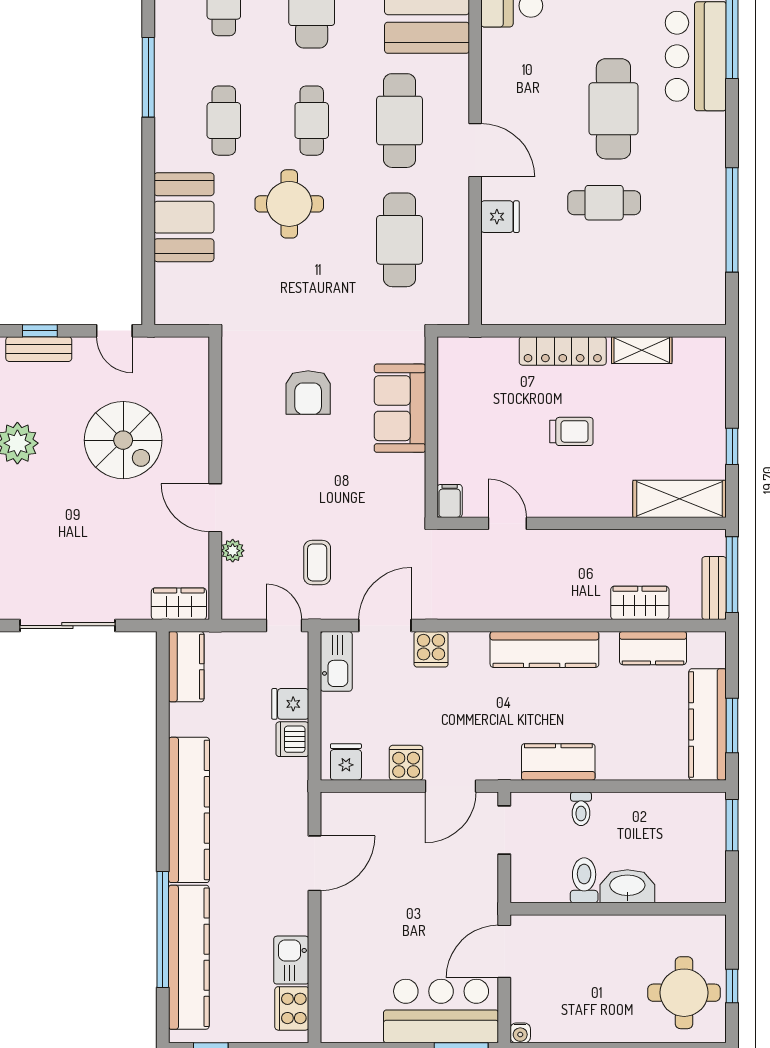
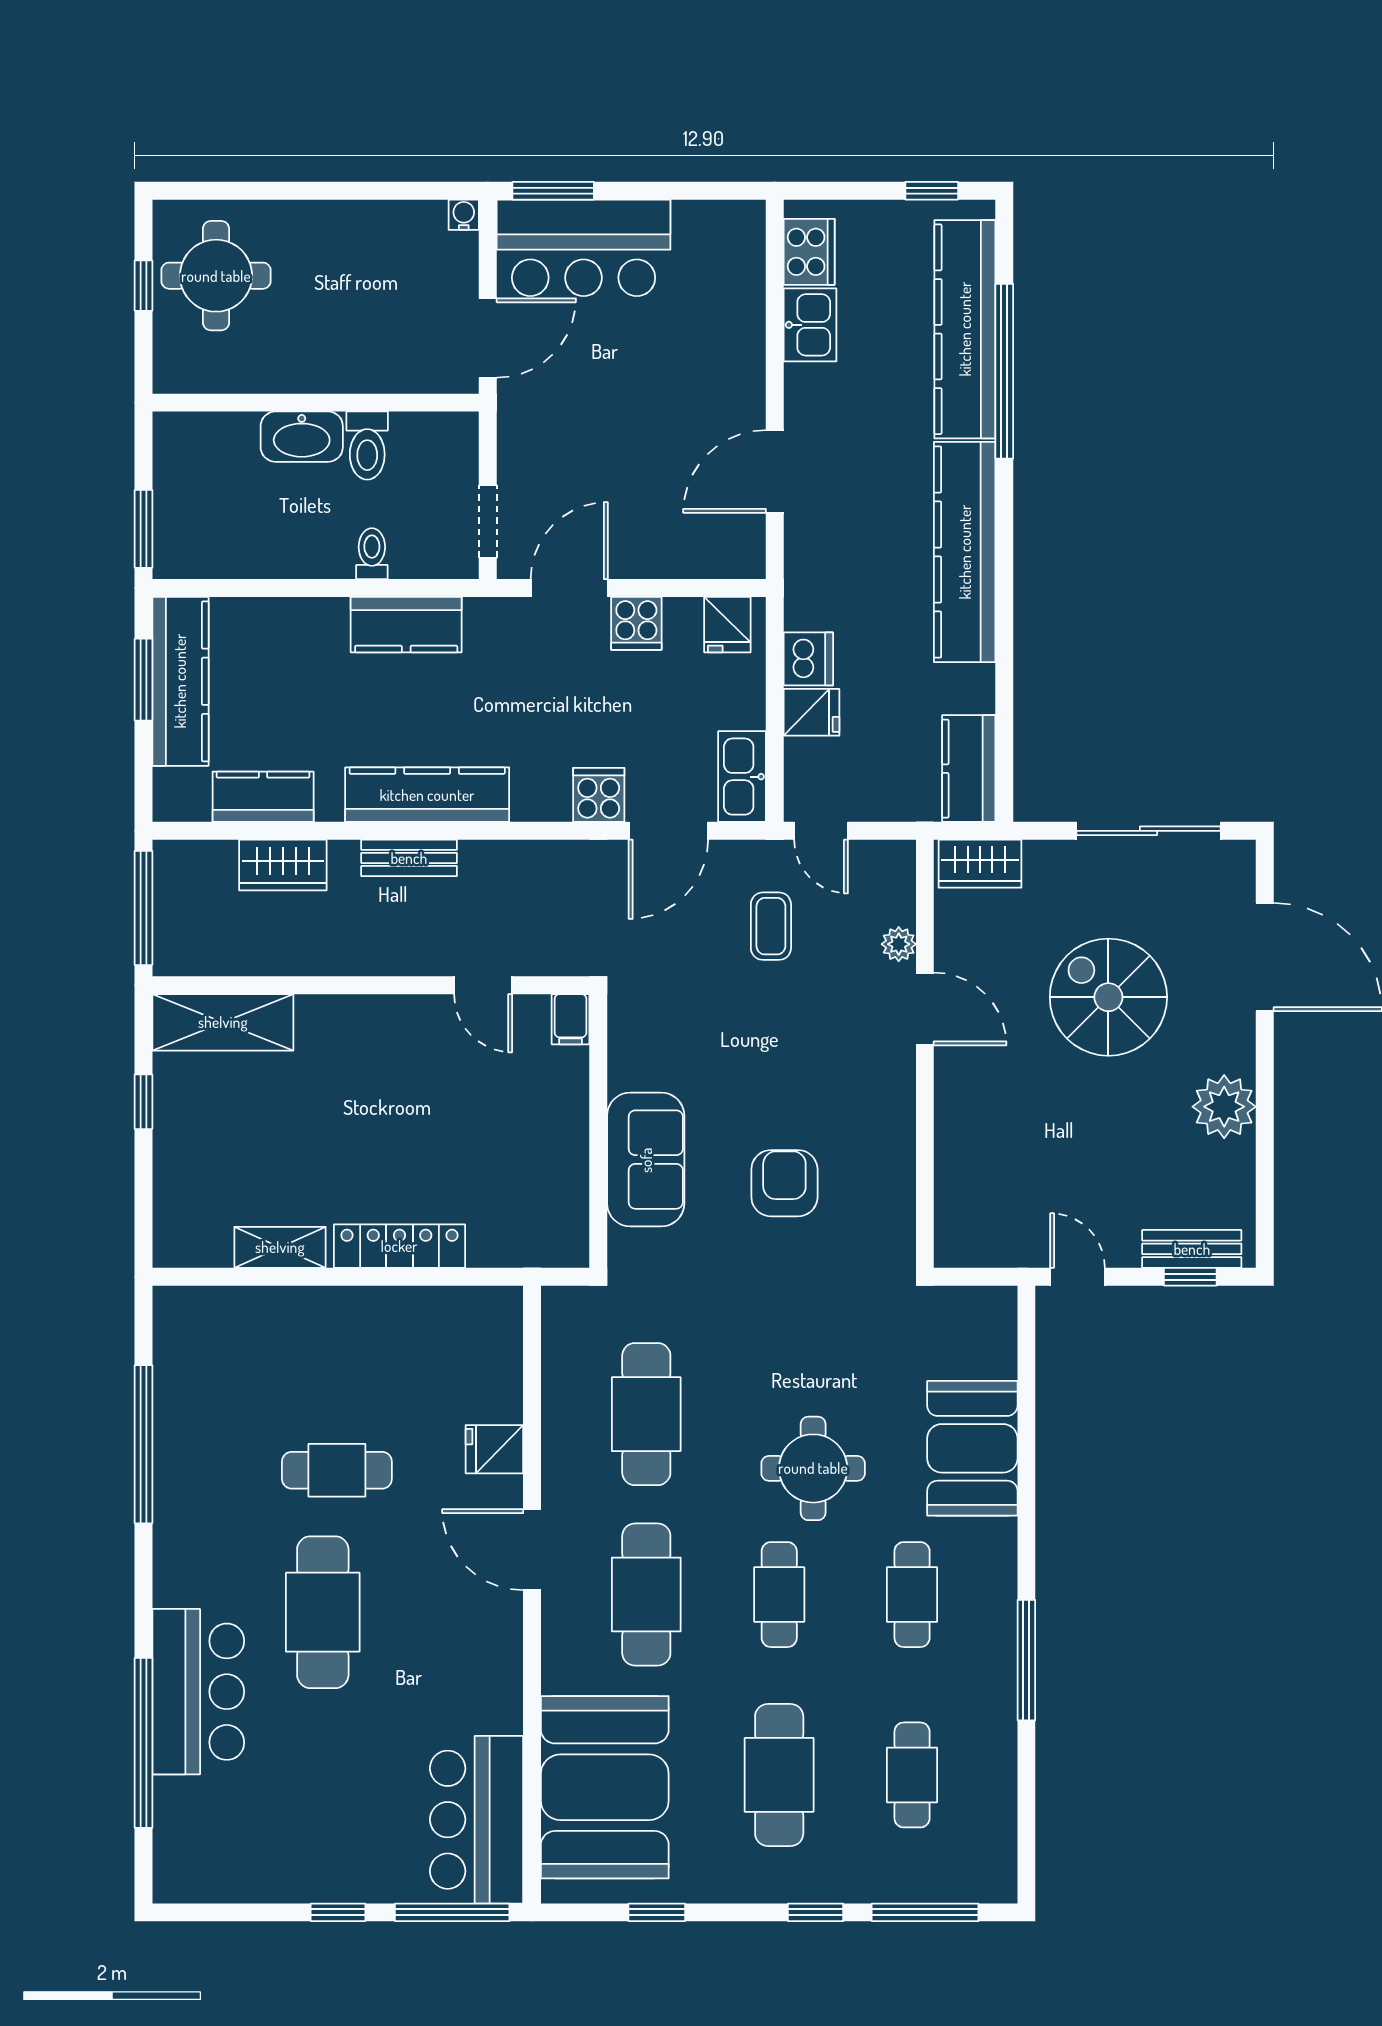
trolley: (571, 431) -> (386, 1124), removed
spiral stairs: (123, 440) -> (1108, 997), moved
bench: (714, 588) -> (409, 858), moved, turned 90

